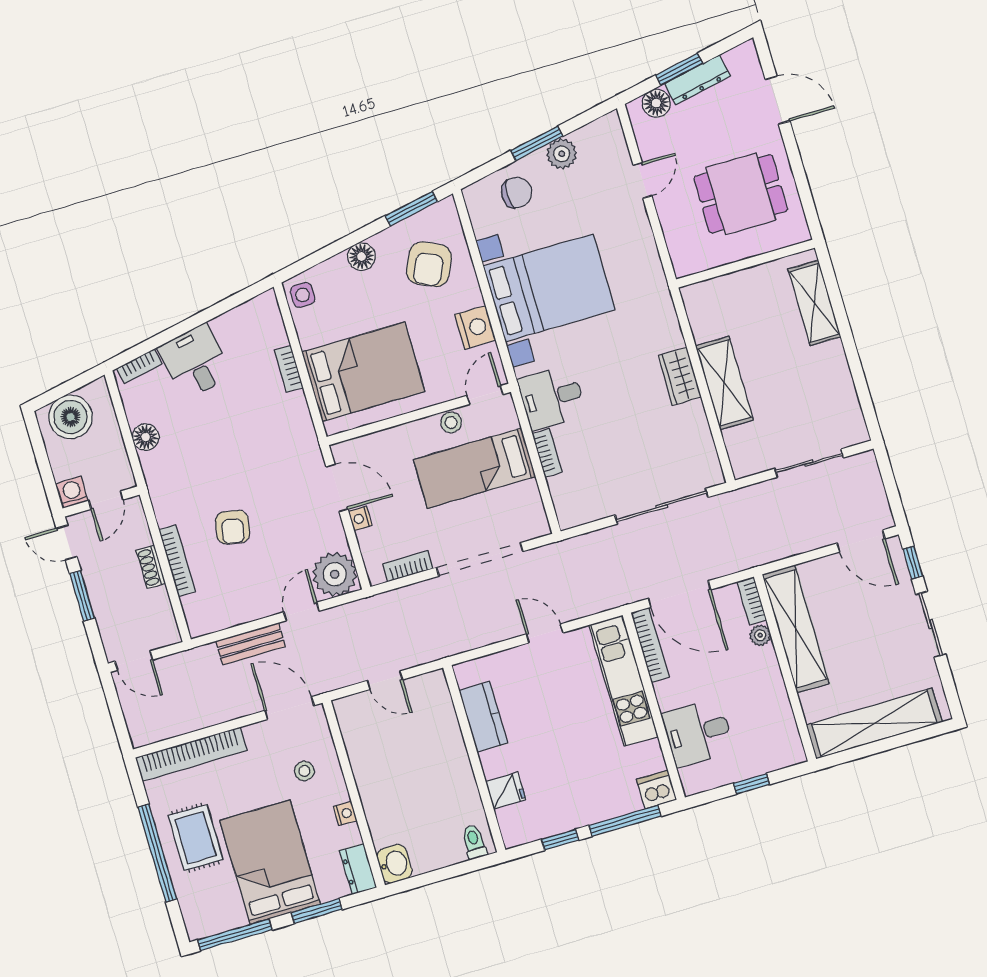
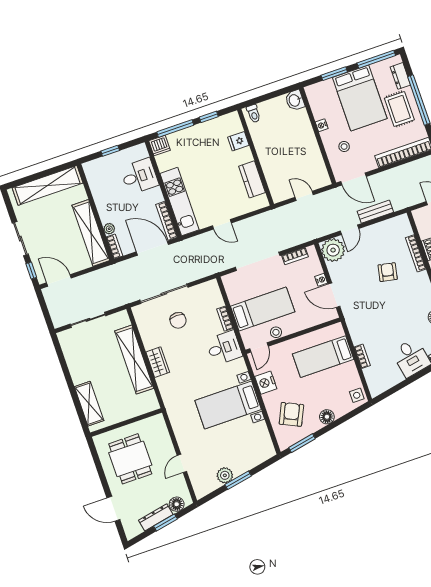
chair: (517, 192) -> (178, 320), moved, turned -90
dining table: (741, 194) -> (130, 459), turned 90
bed with nightstands: (549, 288) -> (228, 405), width x0.73
bed: (363, 372) -> (323, 357), width x0.67
shelving: (724, 383) -> (134, 360), width x1.47
dresser: (358, 869) -> (400, 76), moved, turned 180

